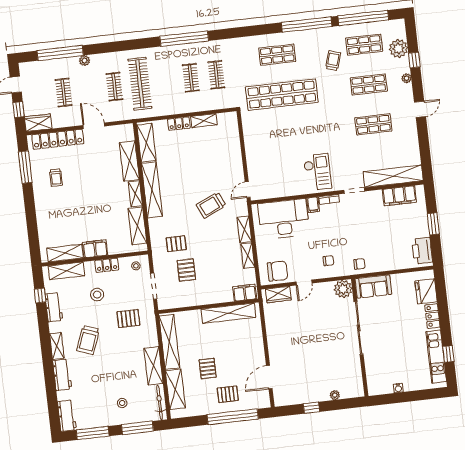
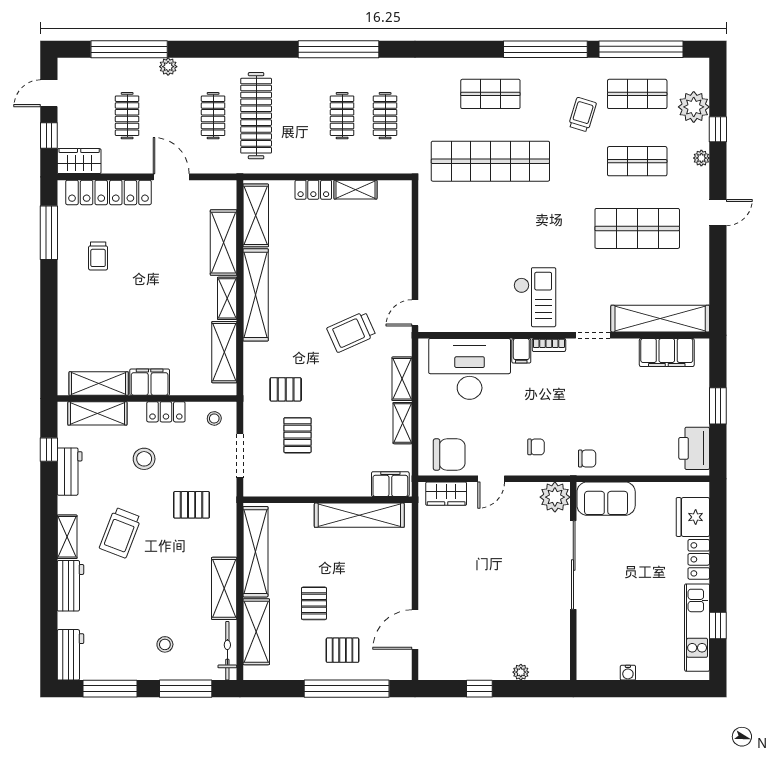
shop shelf: (373, 124) -> (637, 228), width x1.43, depth x1.36

